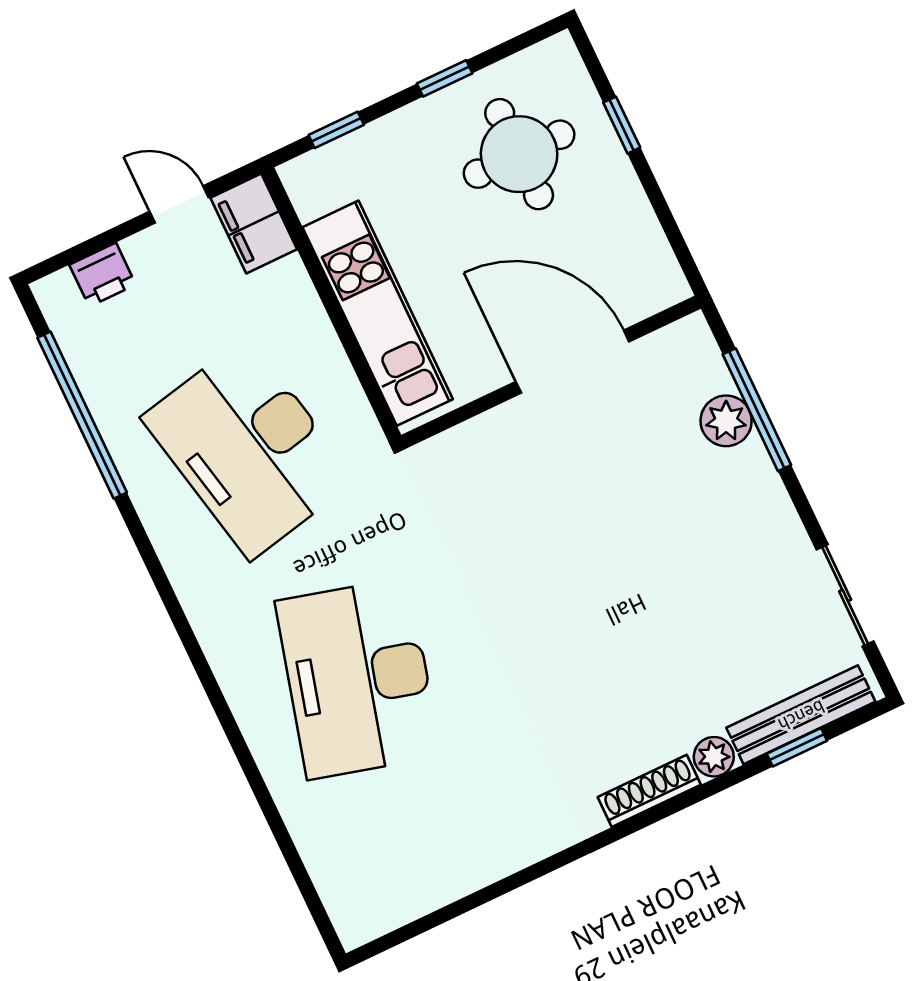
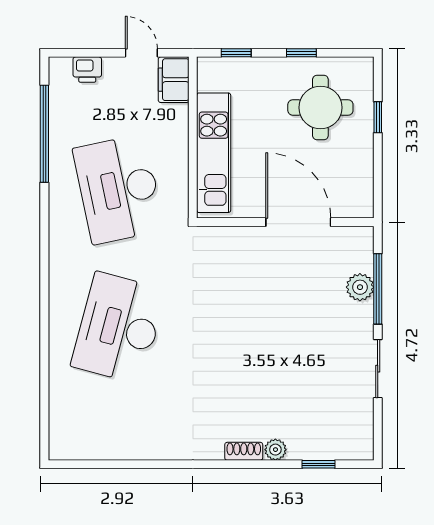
sliding door: (845, 596) -> (378, 369), moved
bench: (801, 715) -> (328, 449), removed
shoe rack: (649, 791) -> (244, 451), width x0.70

